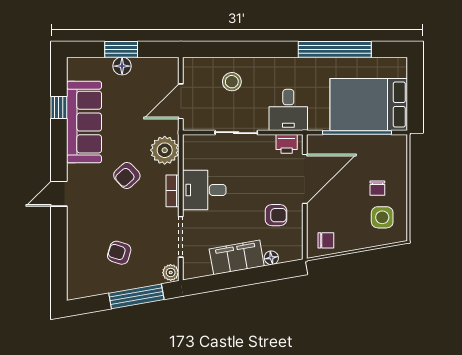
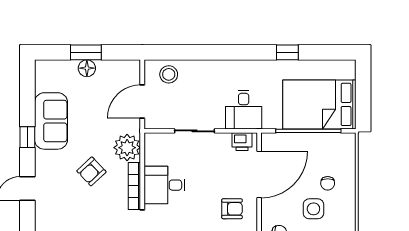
window: (335, 49) -> (287, 52), width x0.32
stool: (232, 82) -> (169, 74), moved
window: (59, 108) -> (27, 137), moved
sofa: (84, 122) -> (51, 121), width x0.73
bookcase: (172, 191) -> (134, 186), width x1.56
side table: (382, 217) -> (313, 209), moved

